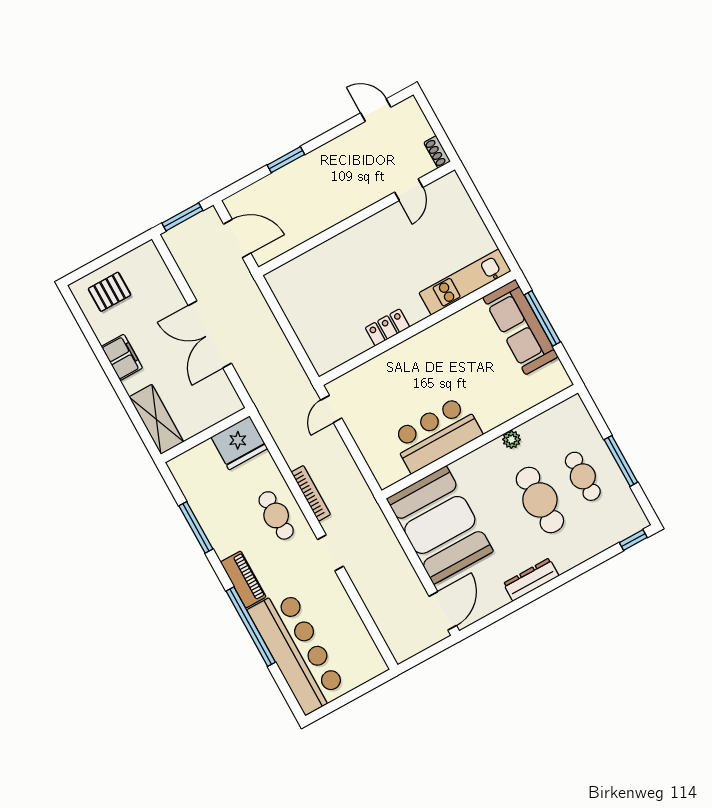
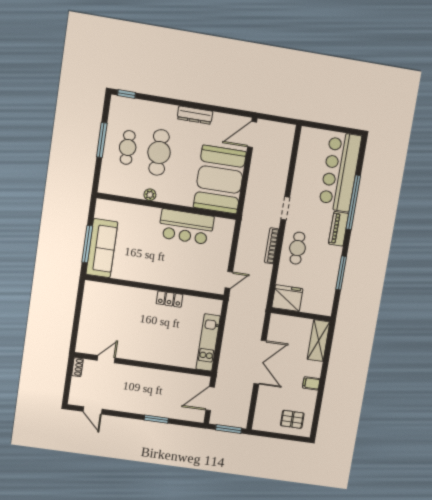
door: (237, 239) -> (210, 399), hinge flipped
kitchen unit: (465, 282) -> (208, 343), moved, turned 90
filing cabinet: (122, 357) -> (311, 383), width x0.50

